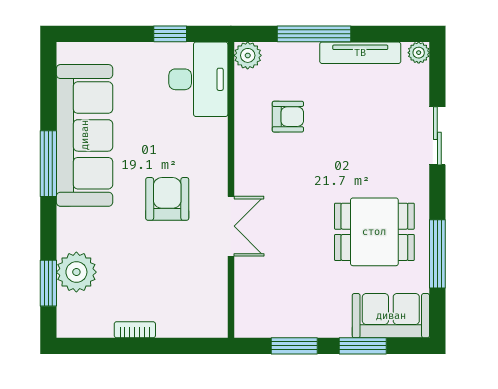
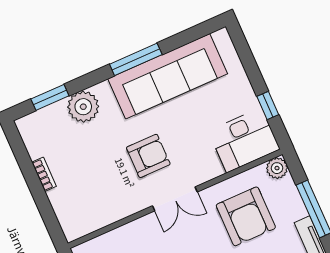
armchair: (288, 117) -> (246, 216), width x1.88, depth x1.88
double door: (231, 226) -> (175, 199), moved
plant: (76, 272) -> (83, 107), moved

